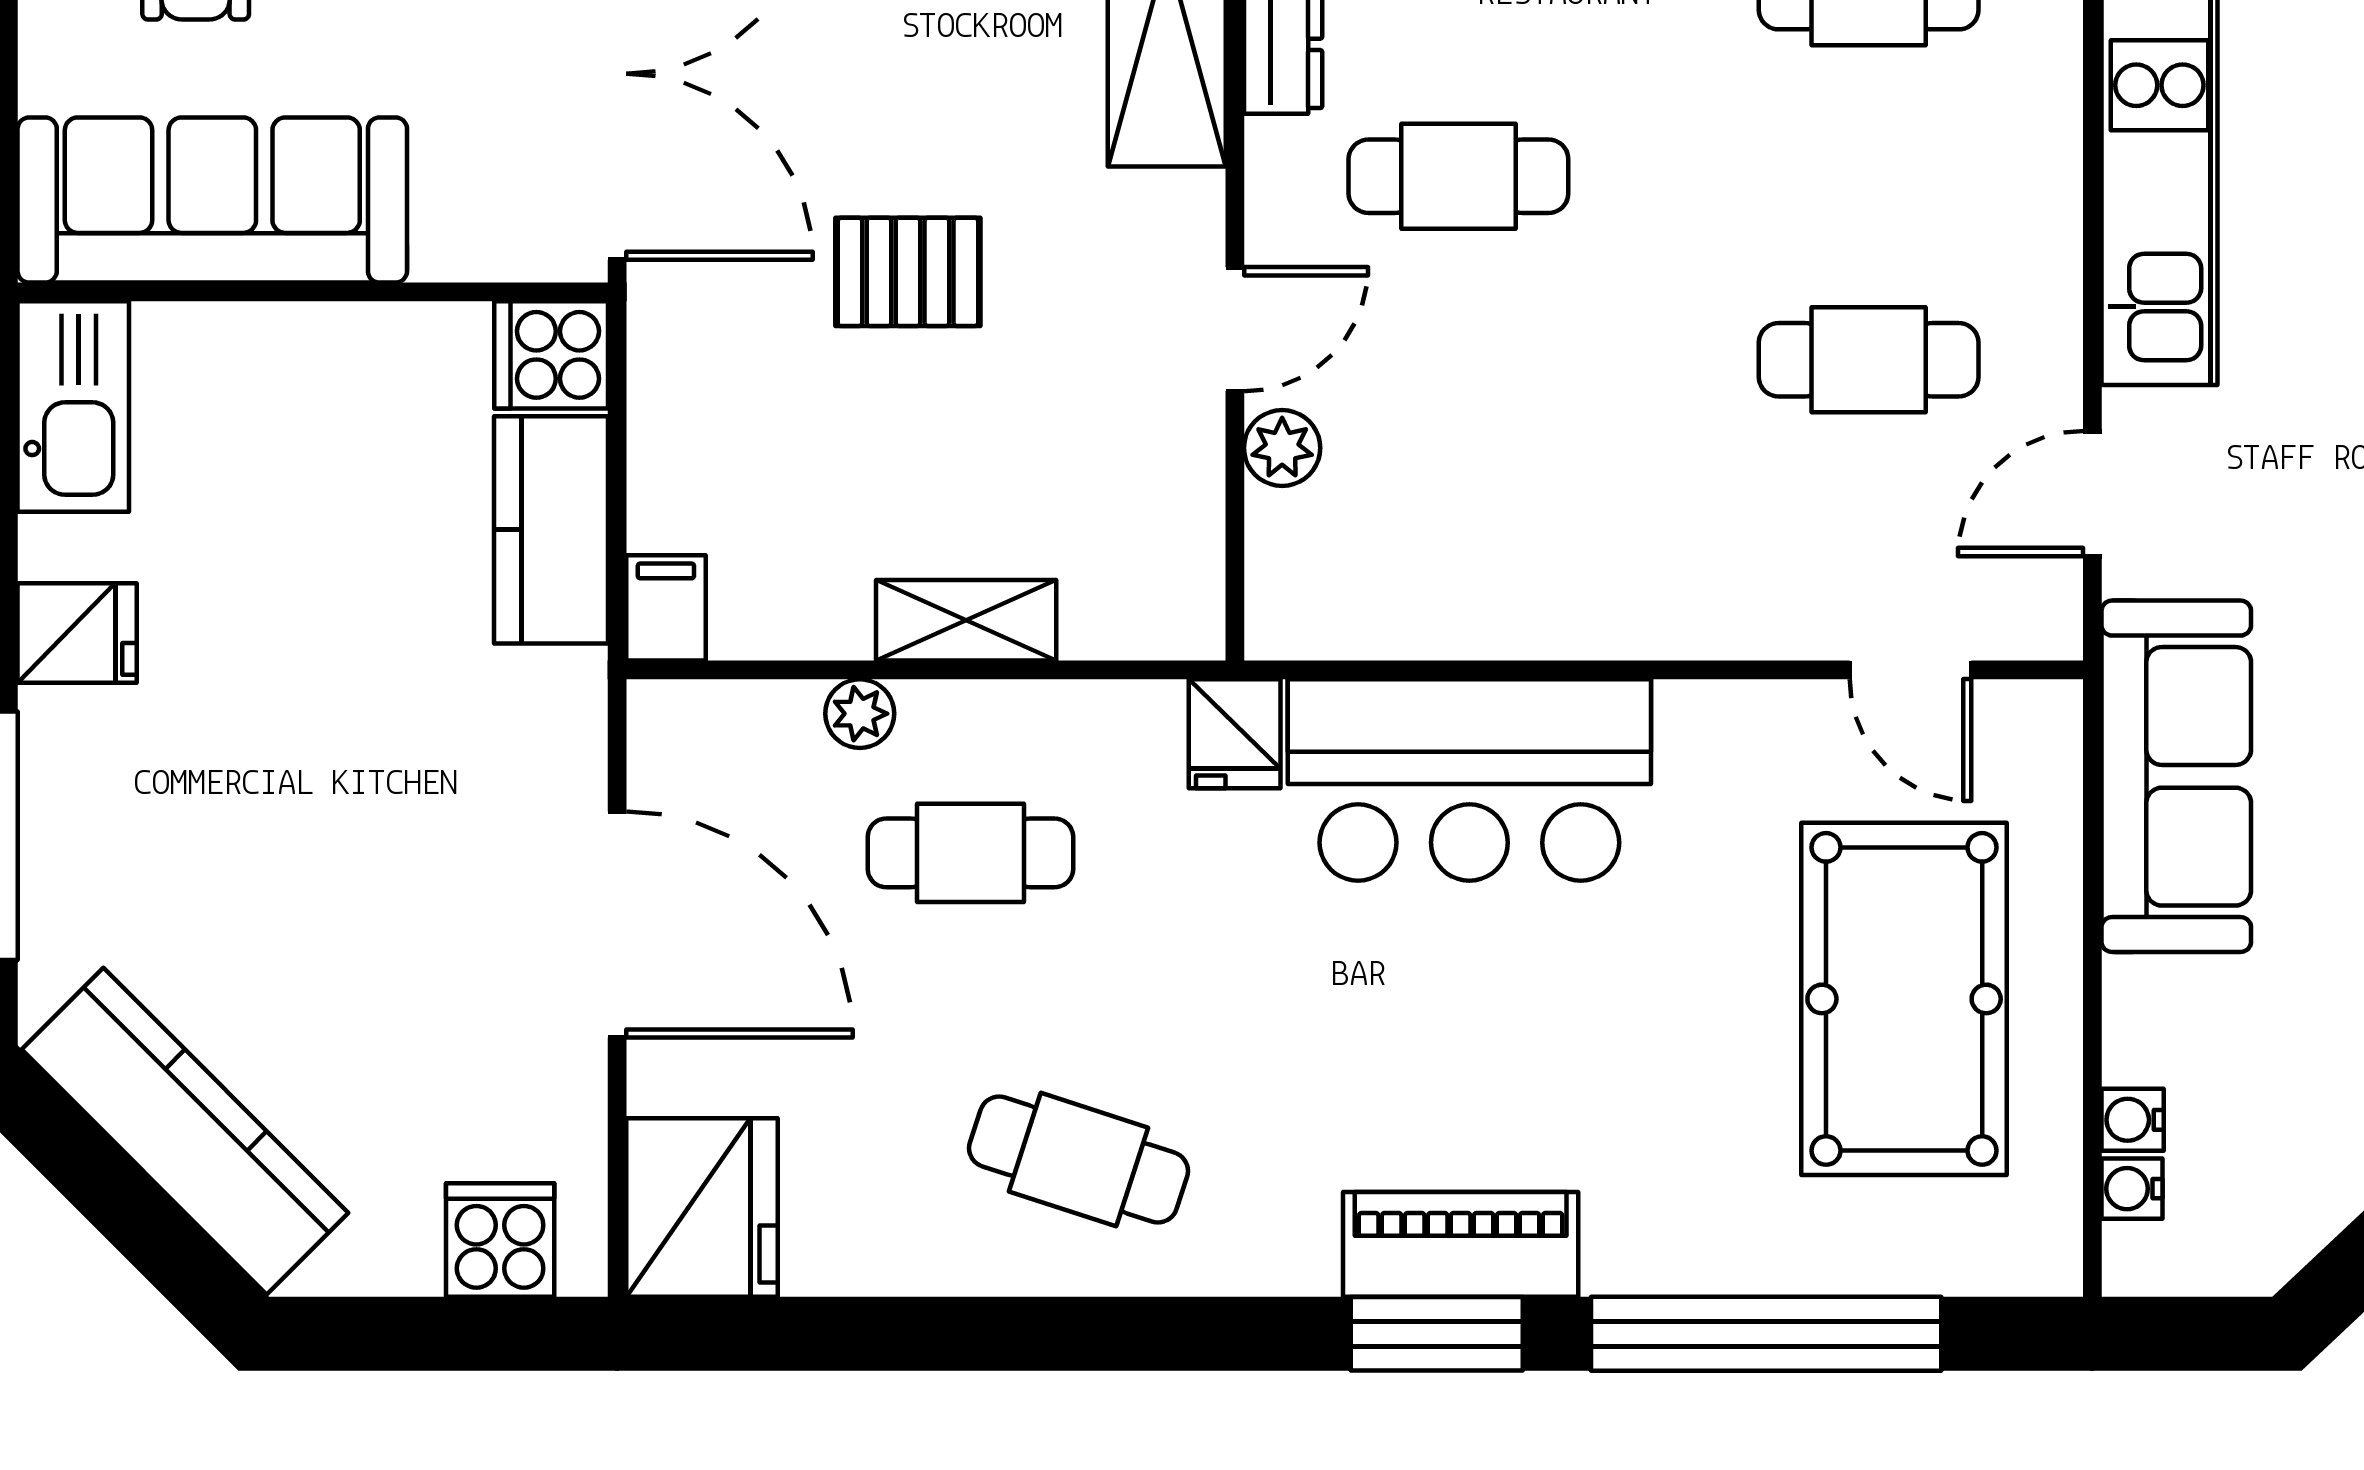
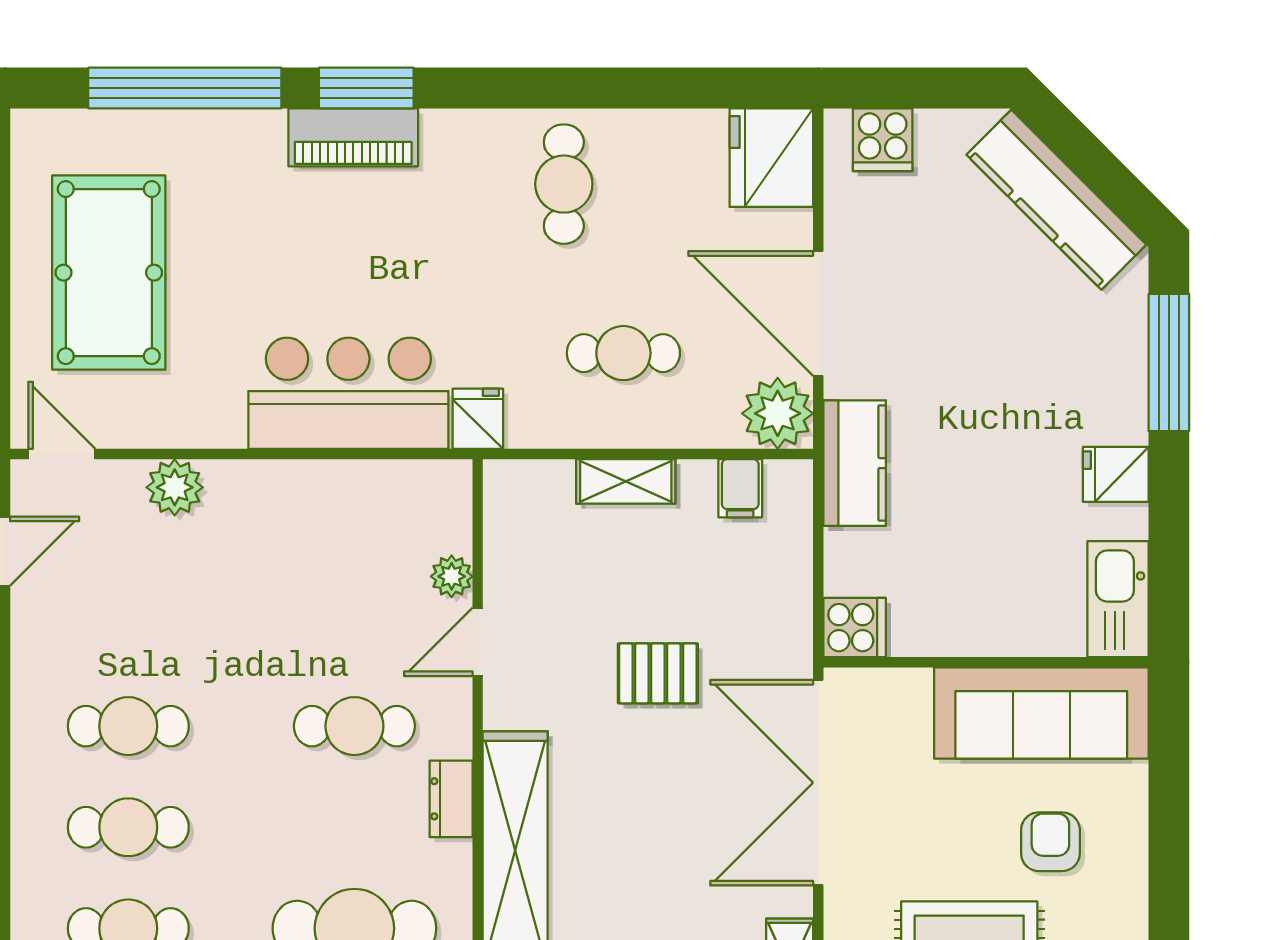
cafe table: (1869, 360) -> (128, 726), moved
kitchen counter: (551, 530) -> (855, 463), moved
filing cabinet: (666, 608) -> (740, 488), moved
plant: (1785, 609) -> (175, 487), added
door: (1911, 670) -> (62, 454), moved
plant: (860, 714) -> (778, 413), moved, width x1.88, depth x1.88
cafe table: (1079, 1160) -> (564, 184), turned 72

